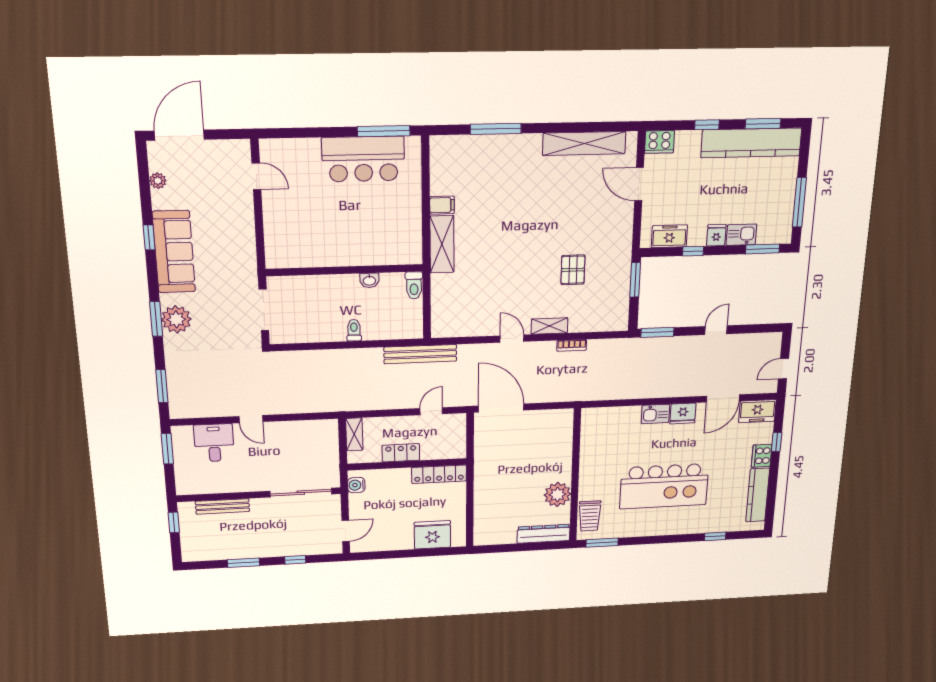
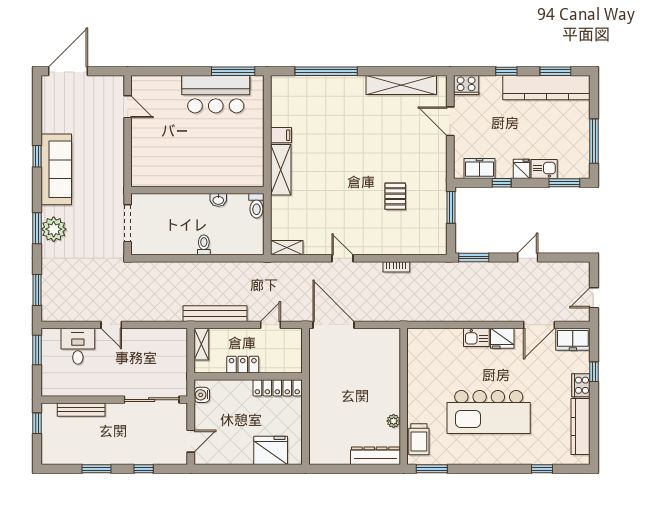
window: (496, 129) -> (326, 71), width x1.46
plant: (158, 181) -> (48, 108), removed
shelving: (549, 326) -> (287, 248), moved
bench: (420, 354) -> (215, 314), moved
plant: (558, 495) -> (394, 421), width x0.53, depth x0.53

